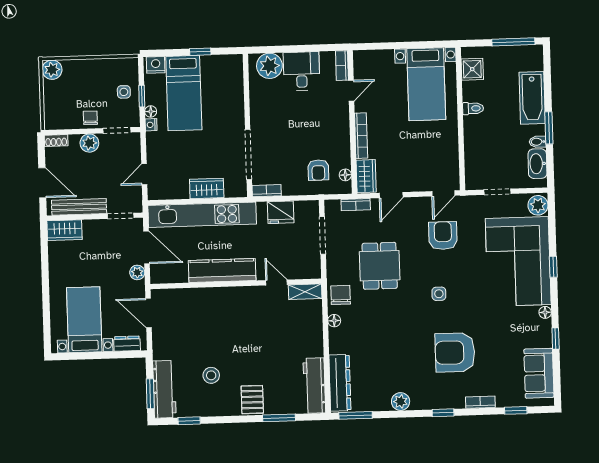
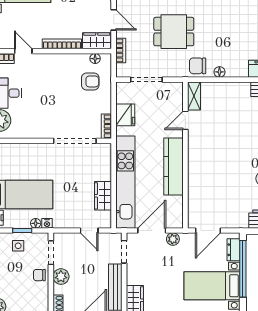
wardrobe: (207, 188) -> (103, 196), moved
window: (105, 355) -> (243, 269), added

